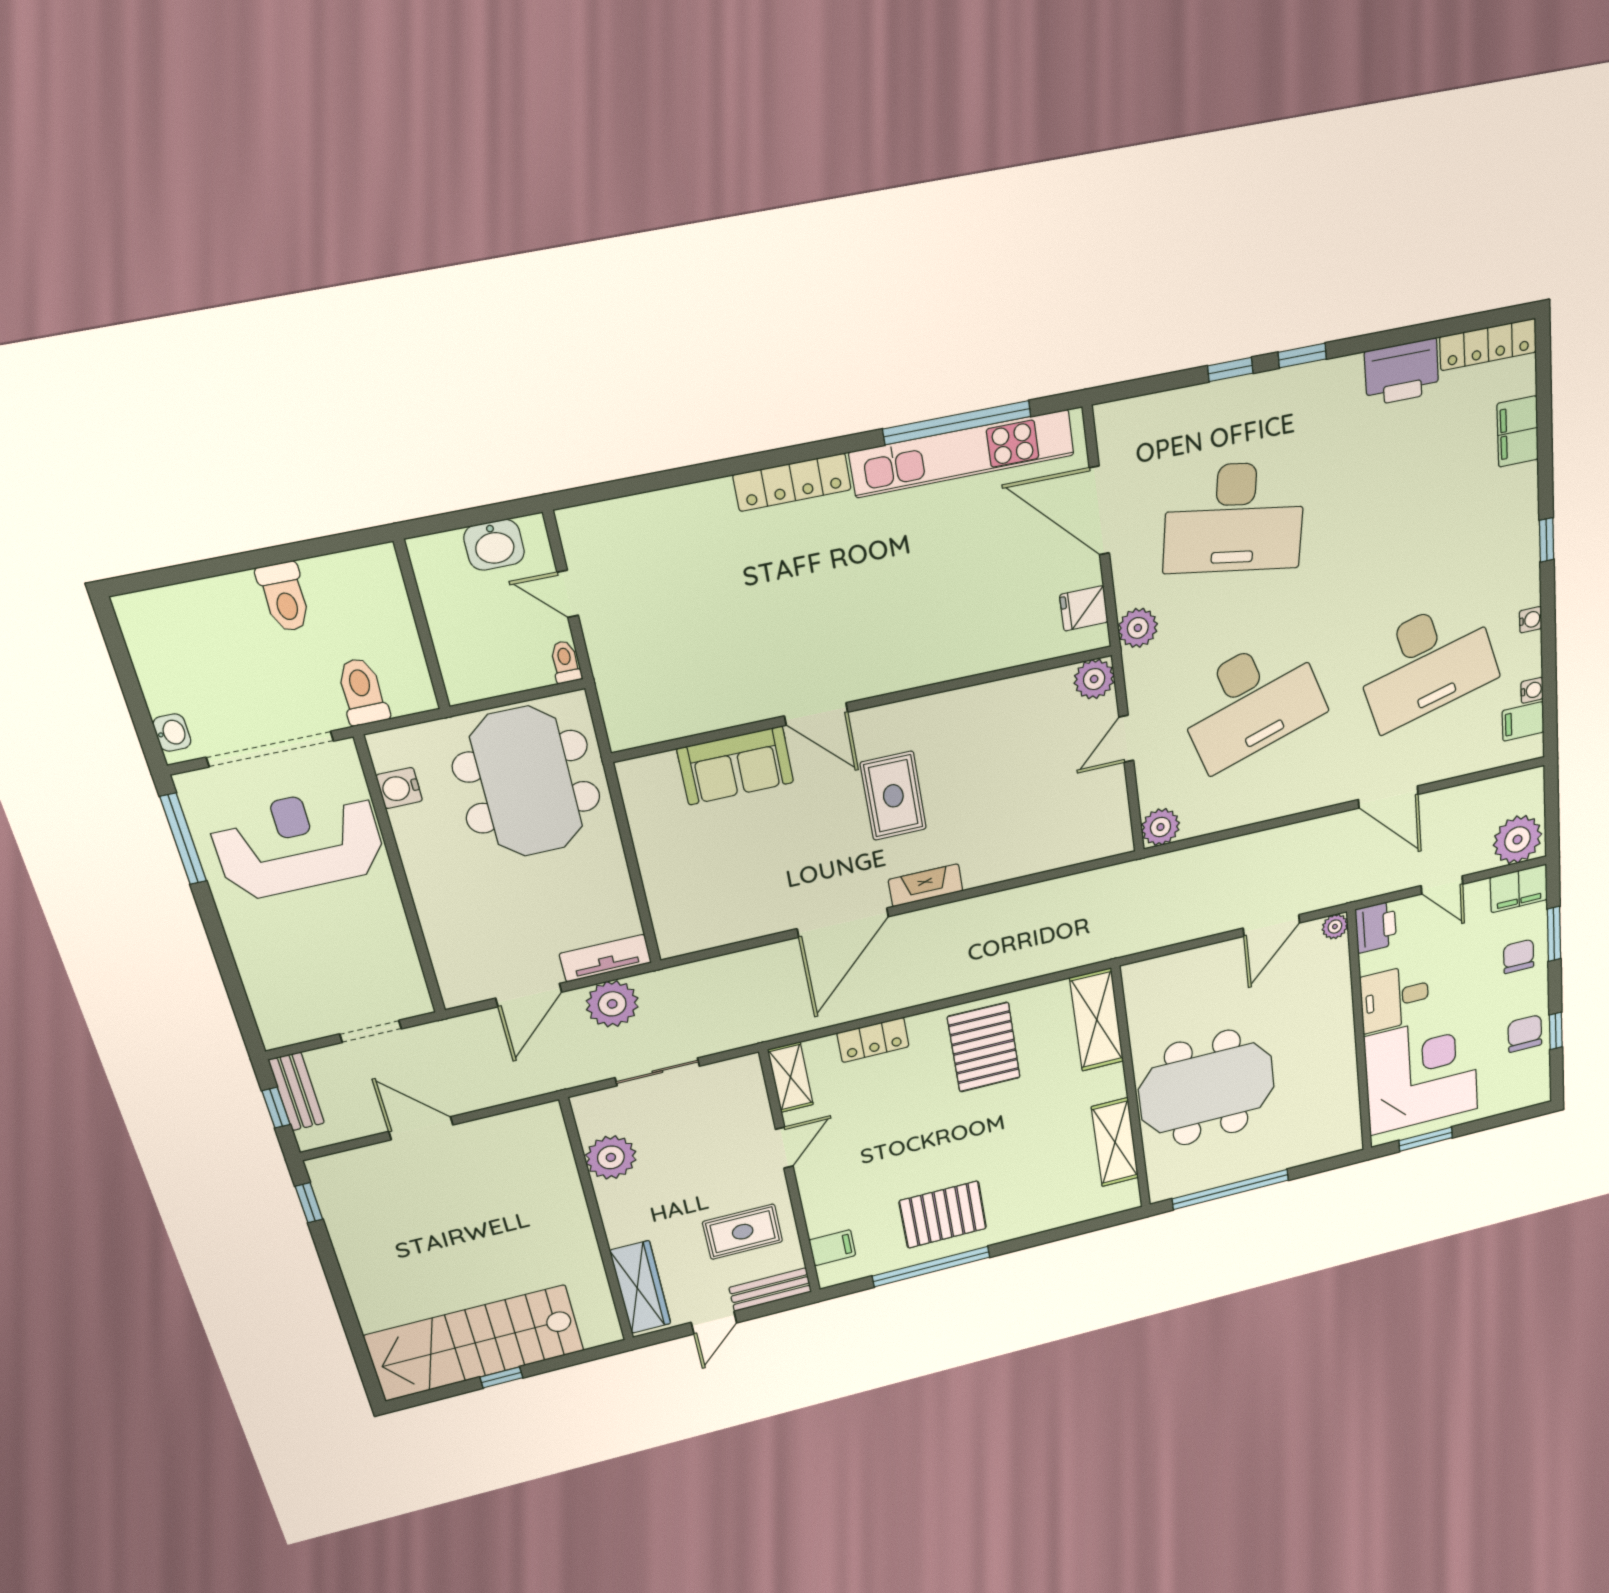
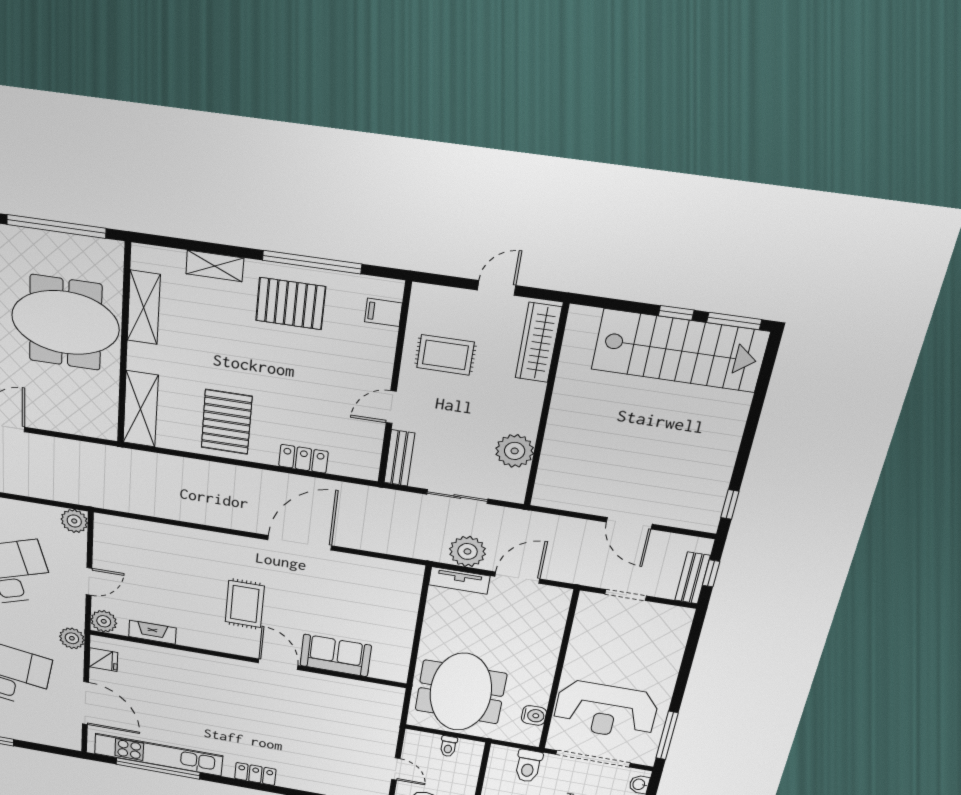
locker: (792, 482) -> (255, 774), width x0.66
toilet: (565, 662) -> (448, 746), moved
fireplace: (926, 885) -> (152, 632), moved, turned 180
shelving: (790, 1077) -> (215, 266), moved, turned 90
bench: (770, 1290) -> (399, 458), moved, turned 90
window: (432, 1395) -> (734, 321), added

